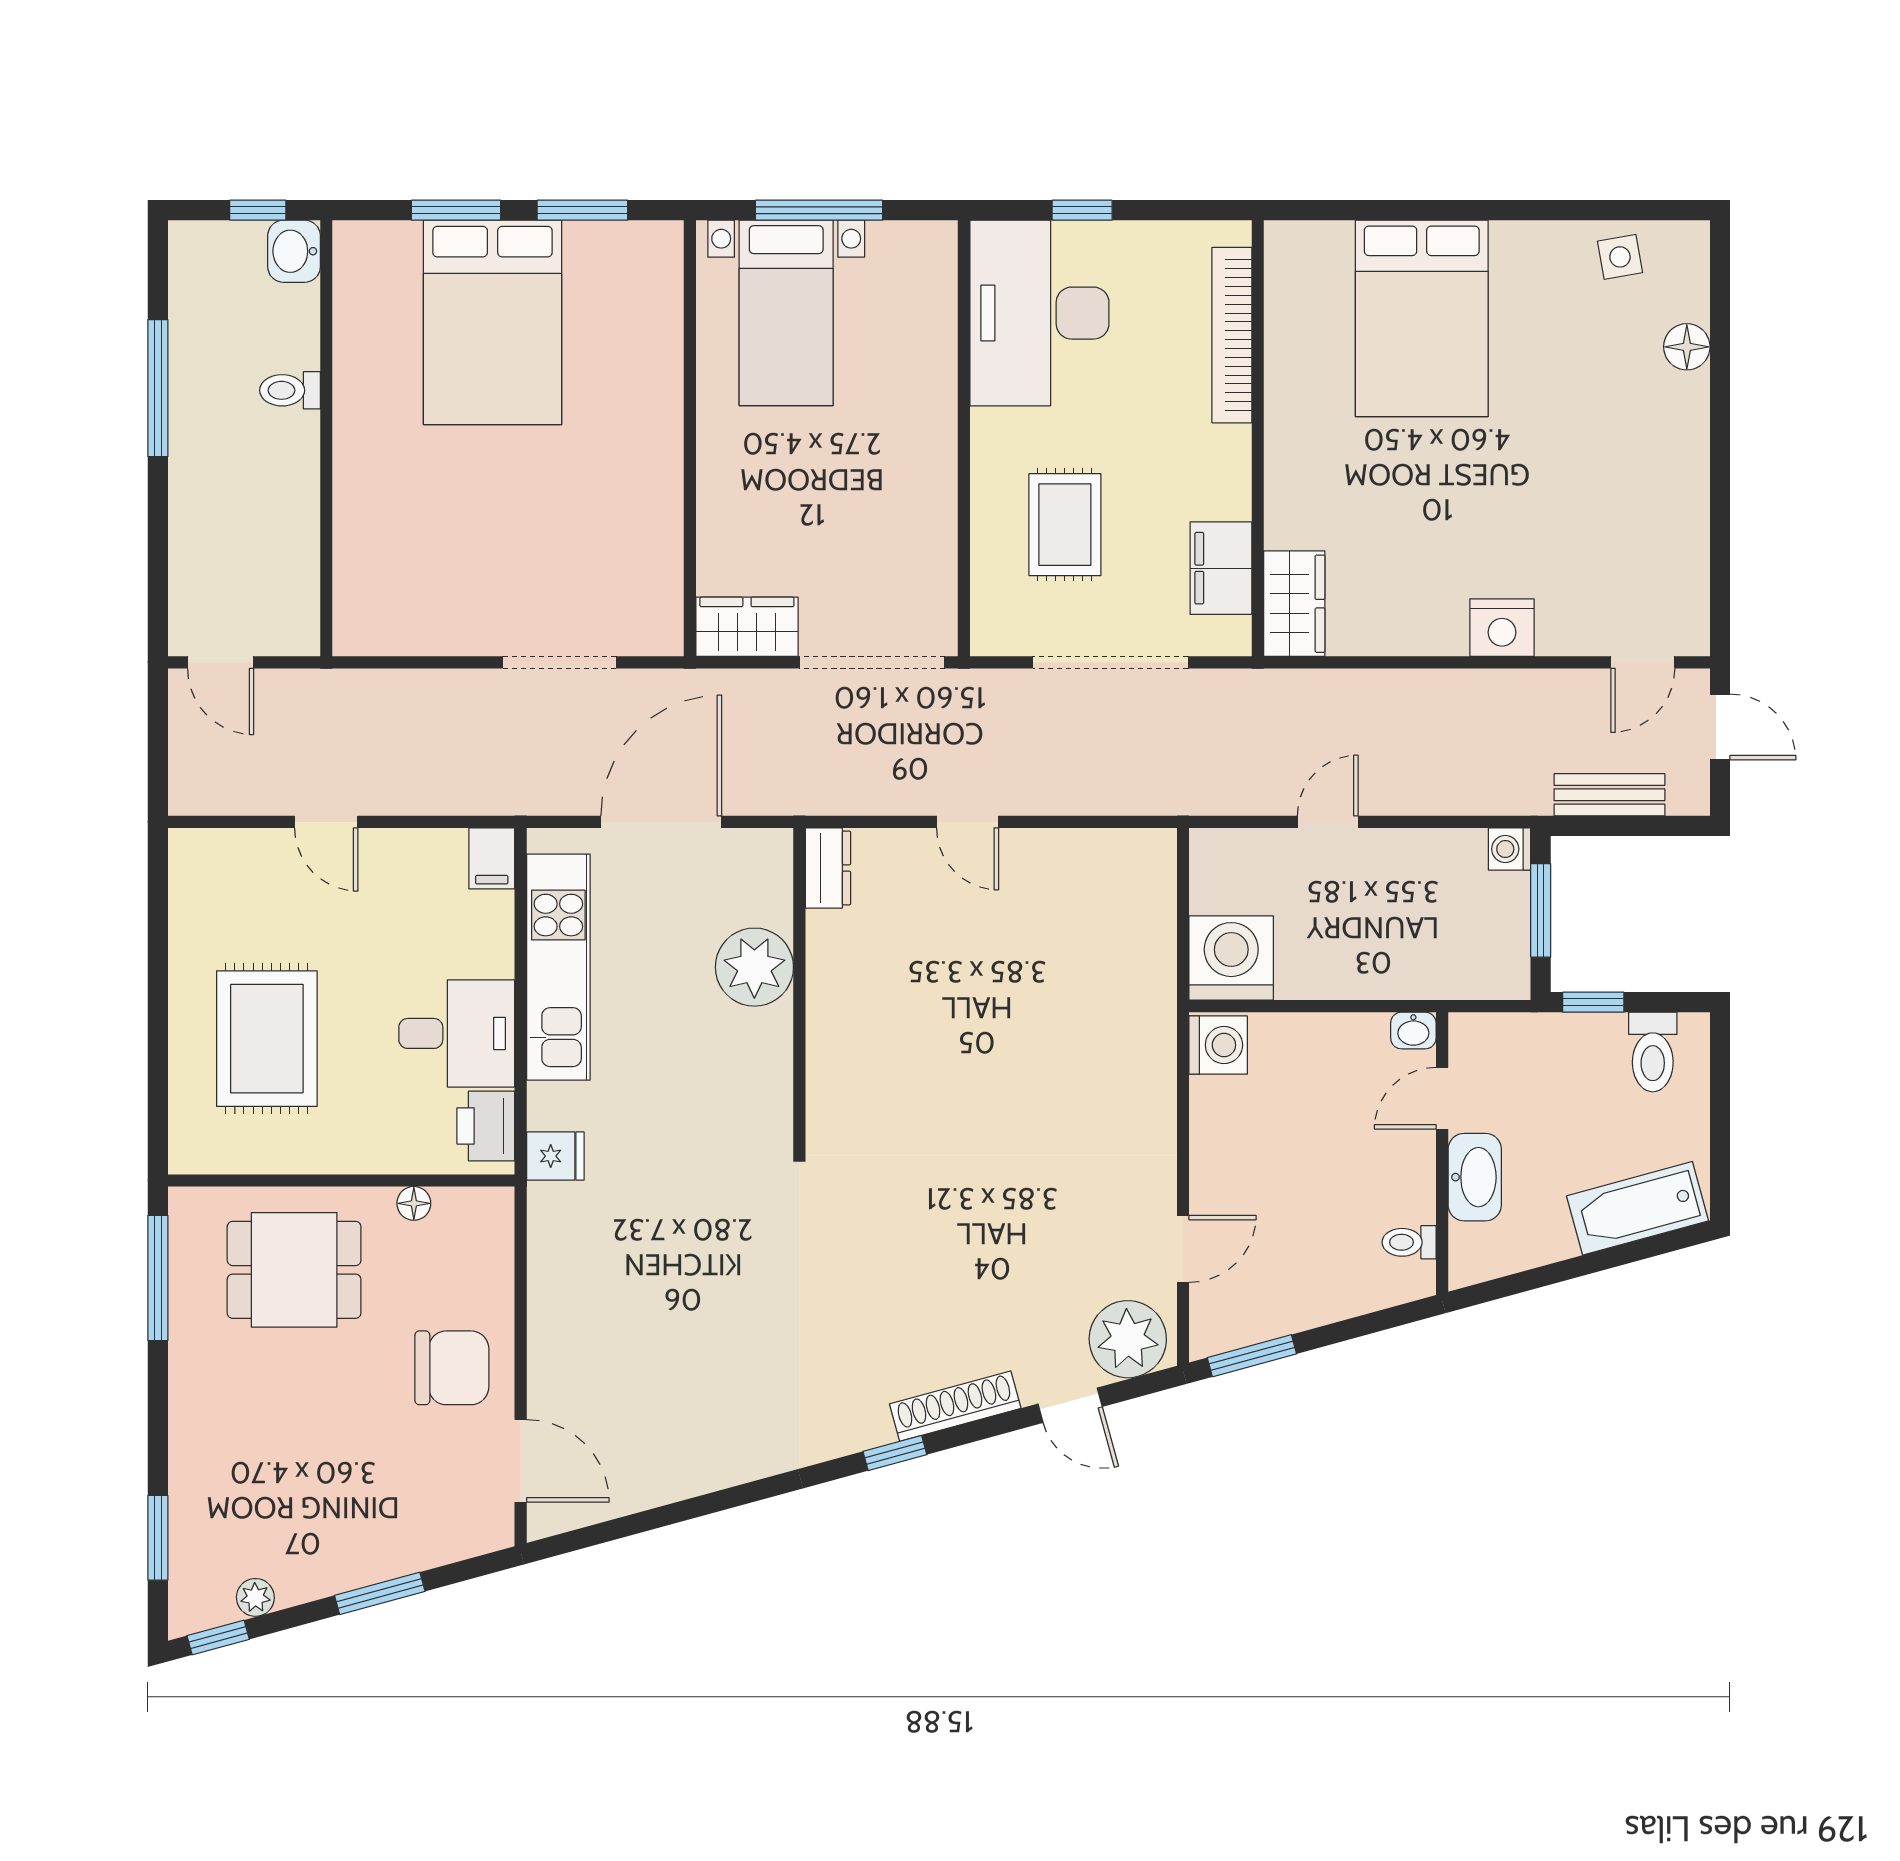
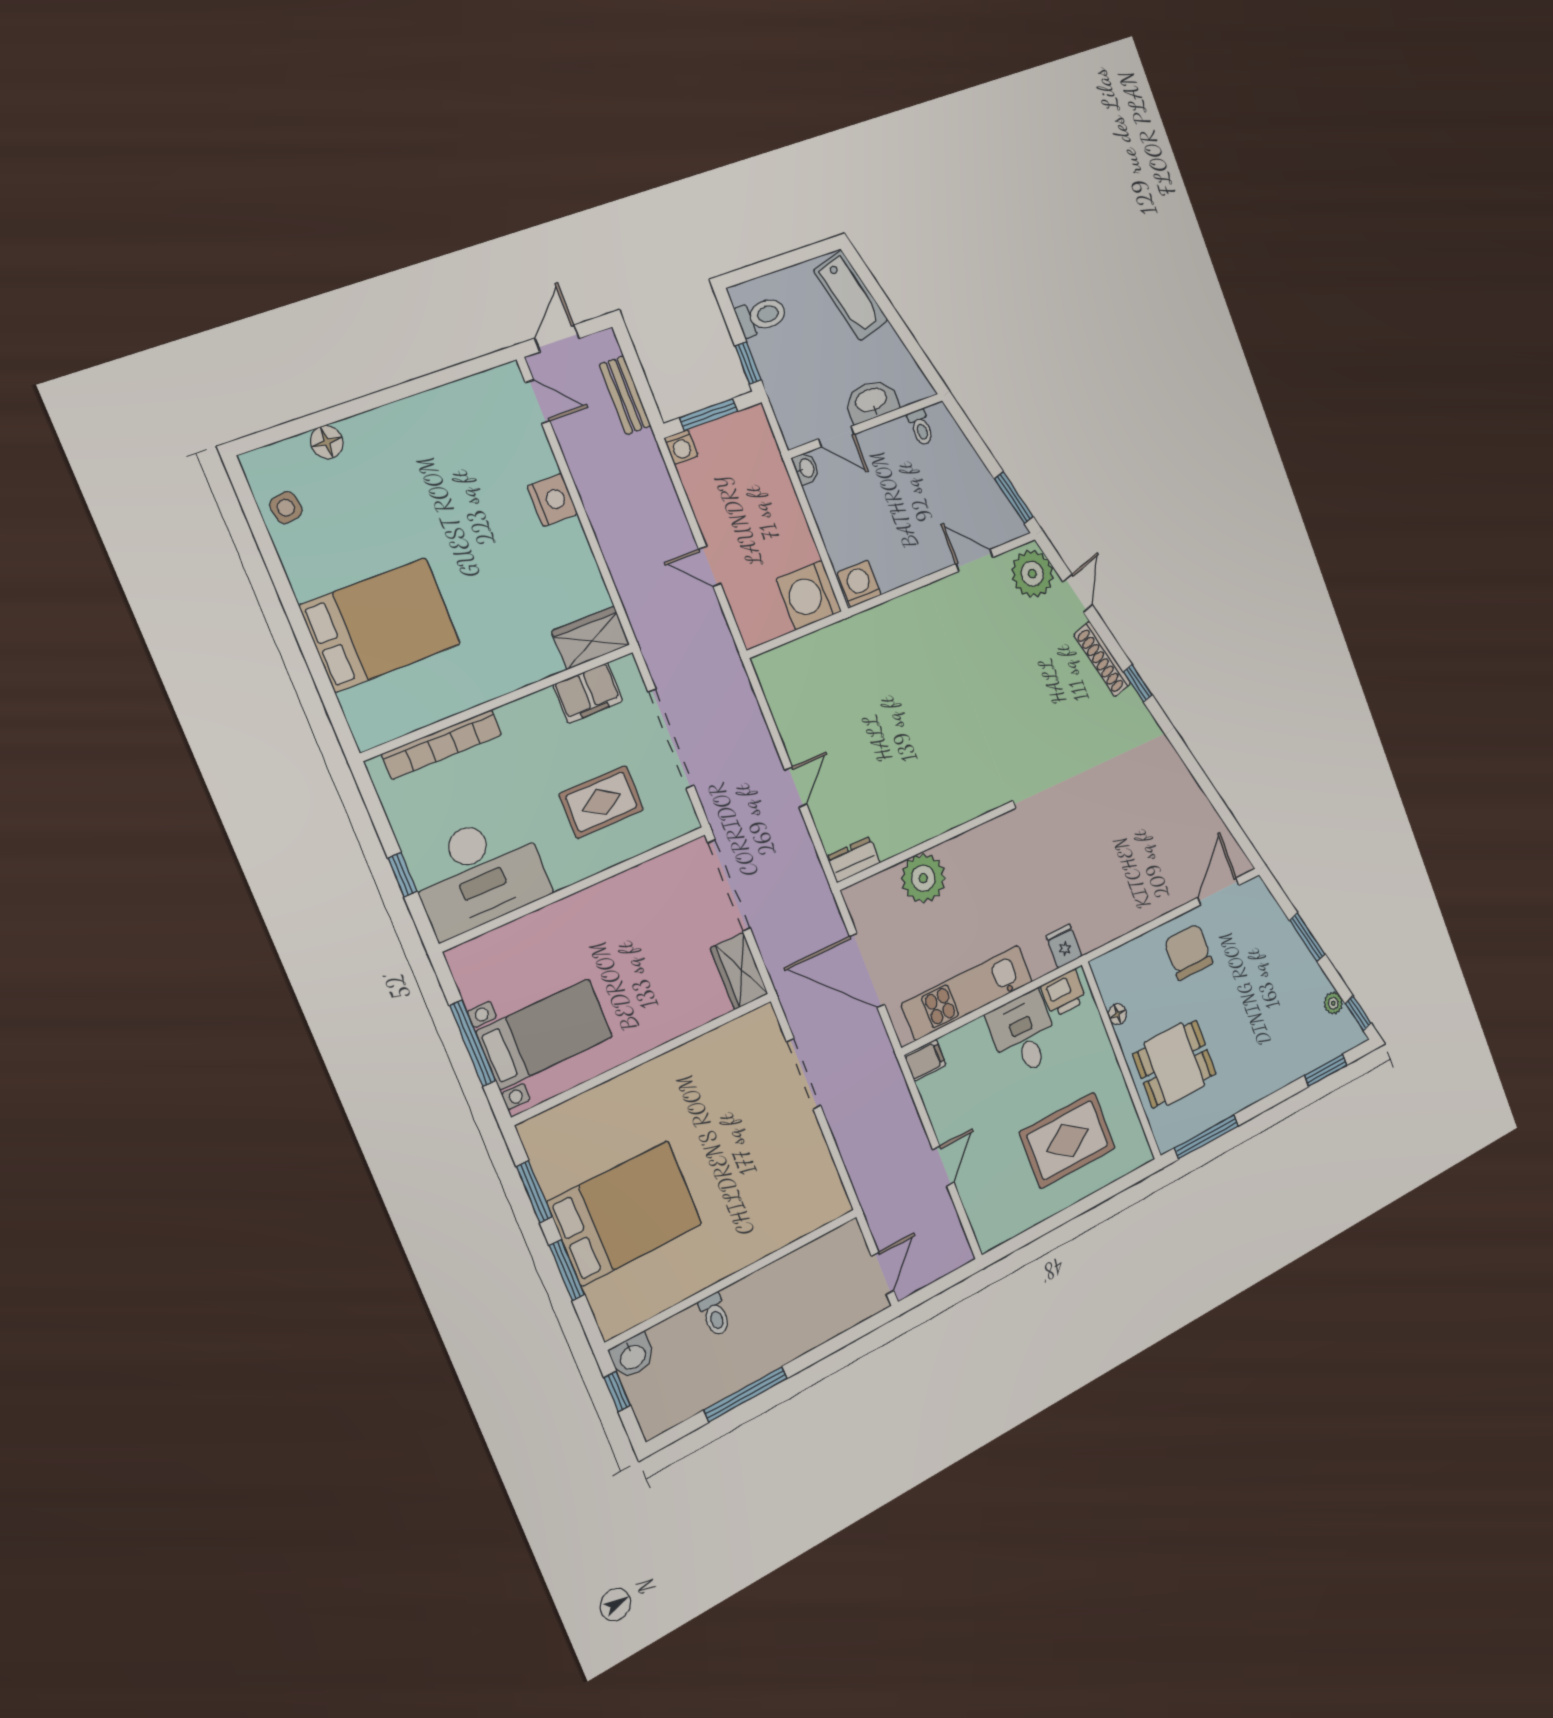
dining table: (294, 1270) -> (1174, 1064), turned 90

